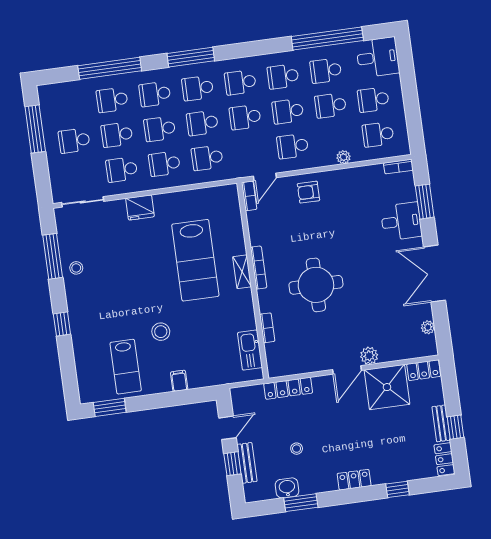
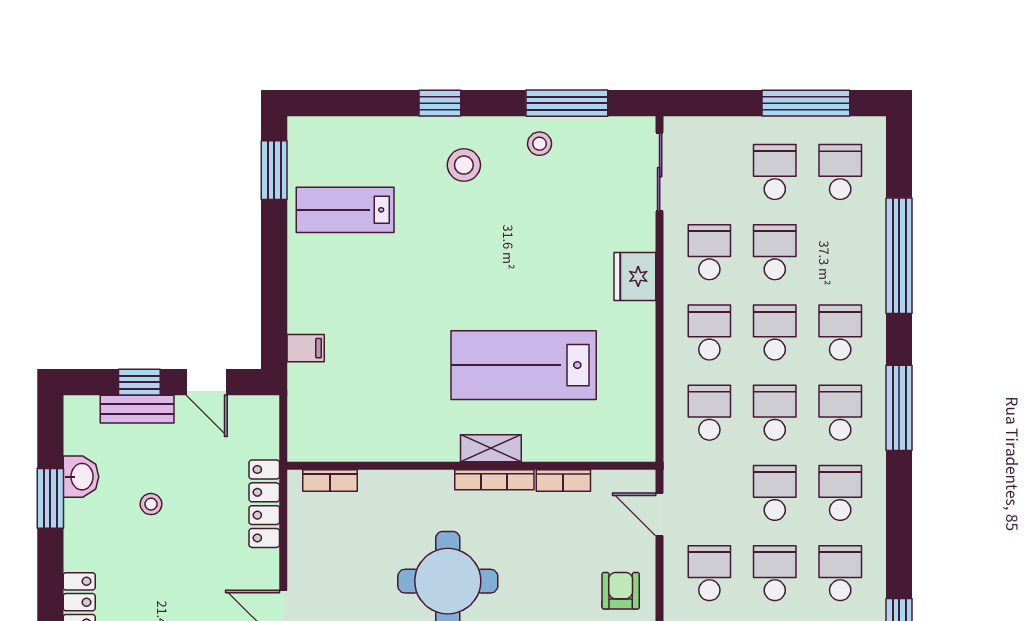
school desk: (112, 100) -> (840, 172), moved
bookcase: (249, 196) -> (563, 480), moved
bookcase: (267, 328) -> (330, 480), moved
stool: (161, 332) -> (464, 165), moved
kitchen sink: (250, 350) -> (344, 443), removed
filing cabinet: (179, 381) -> (306, 348), moved

